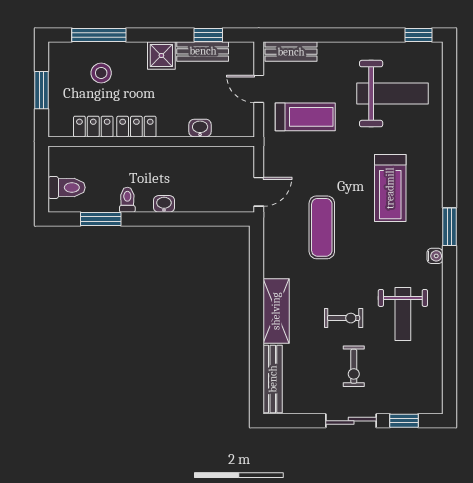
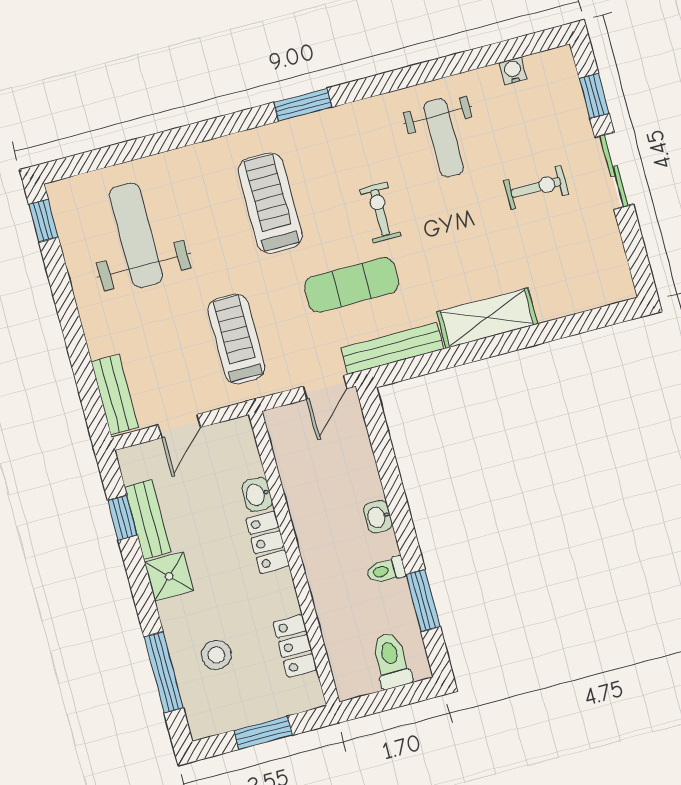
treadmill: (305, 117) -> (236, 339), moved
locker: (136, 127) -> (268, 542), moved
treadmill: (390, 188) -> (270, 203), turned -90
door: (259, 192) -> (325, 387), swing flipped
water cooler: (435, 256) -> (513, 71), moved
weight bench: (403, 314) -> (444, 138), turned 90
exercise bike: (344, 318) -> (380, 213), moved
bench: (273, 379) -> (392, 348), moved

